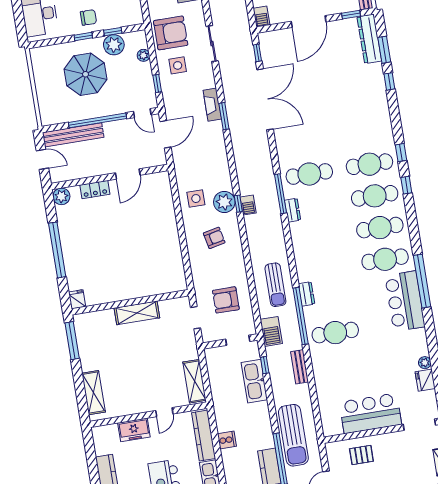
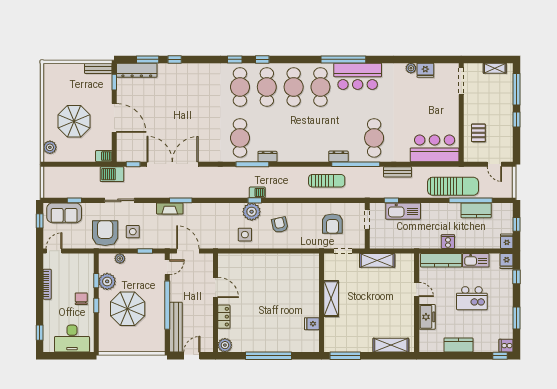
fridge: (77, 299) -> (312, 324), moved
barbecue: (271, 331) -> (112, 174), moved, turned 180
shelving: (195, 381) -> (377, 260), moved
bar counter: (370, 413) -> (435, 148), moved, turned 90

